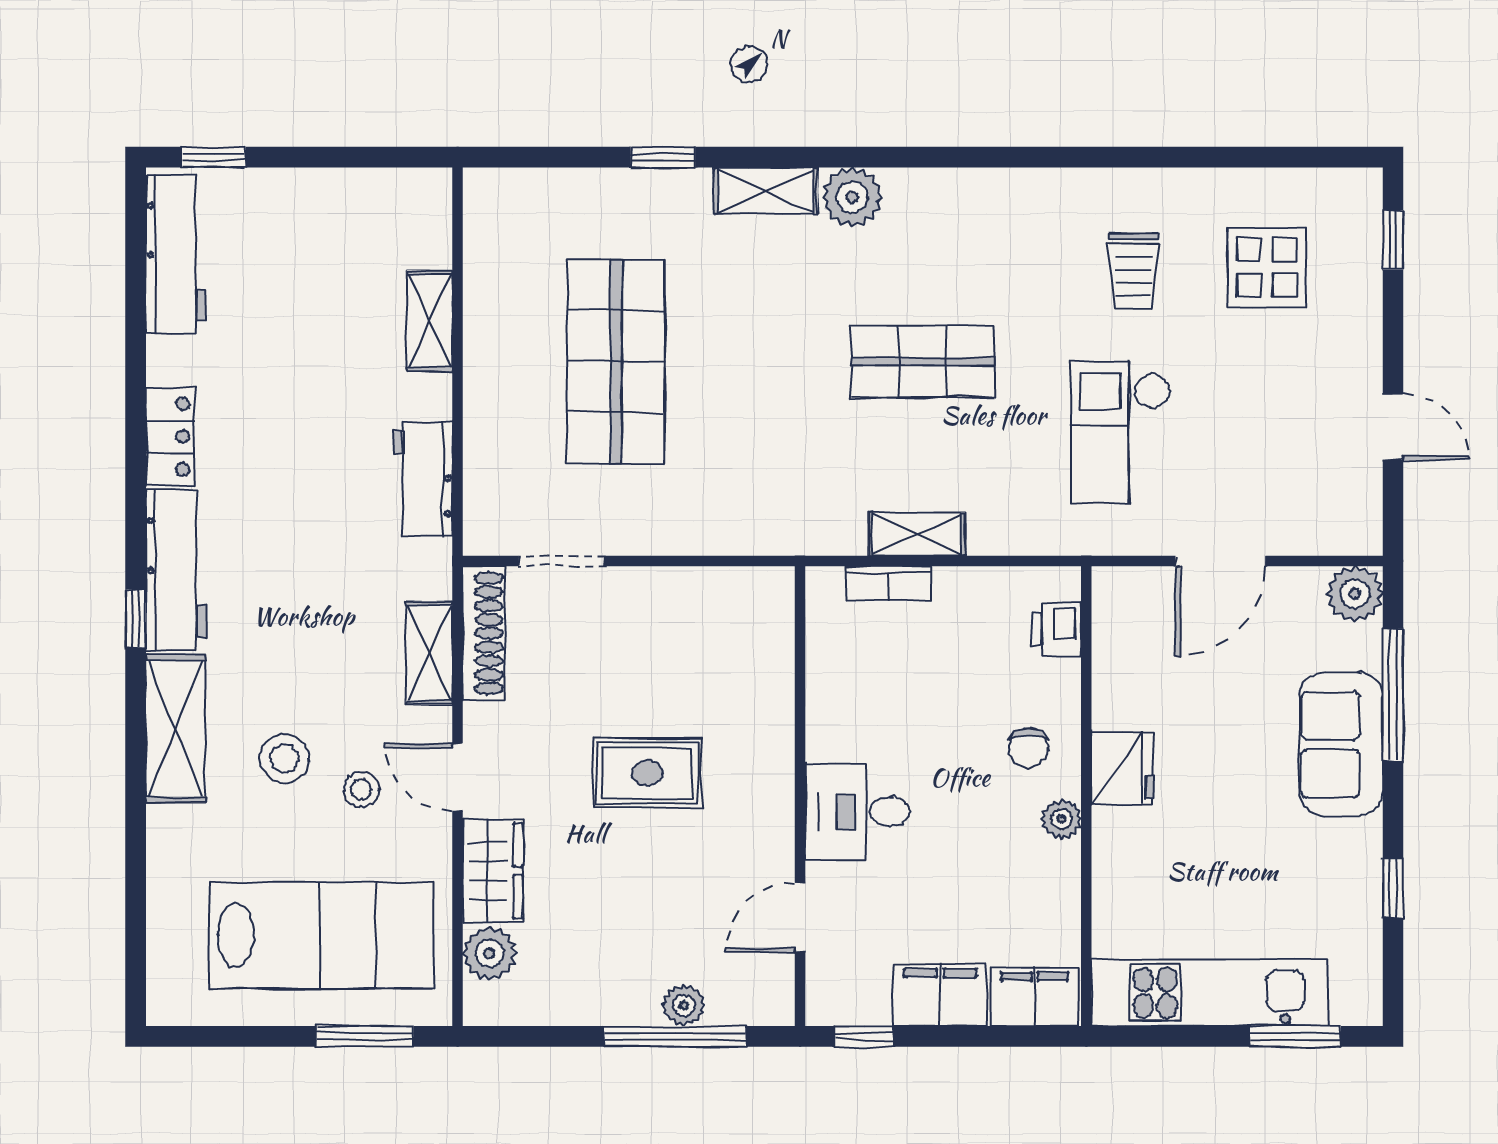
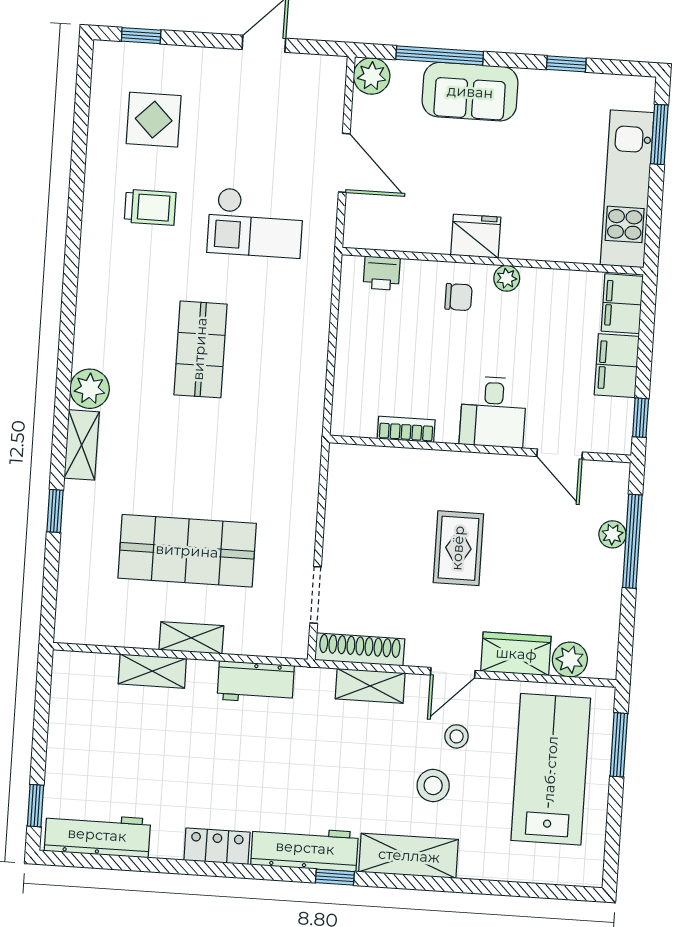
shelving: (917, 534) -> (191, 638), moved, turned 90
bookcase: (888, 583) -> (406, 429), moved, turned -90

